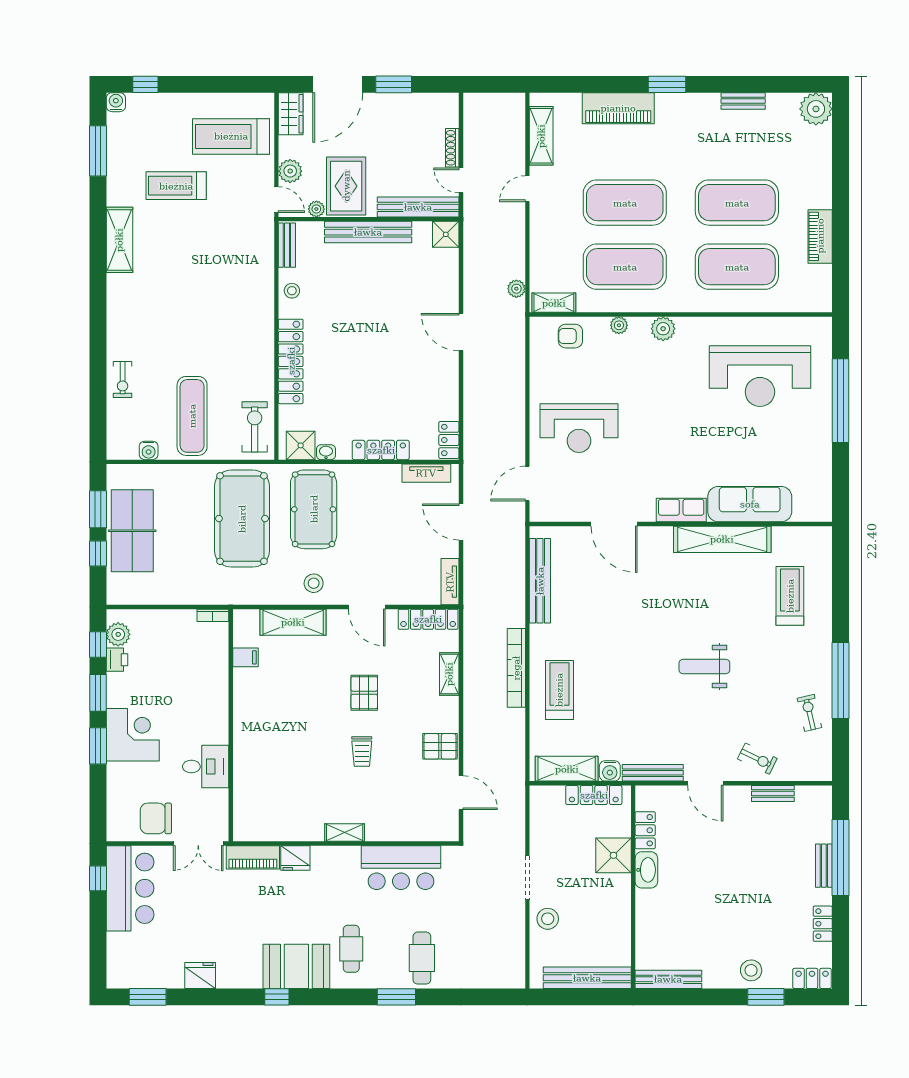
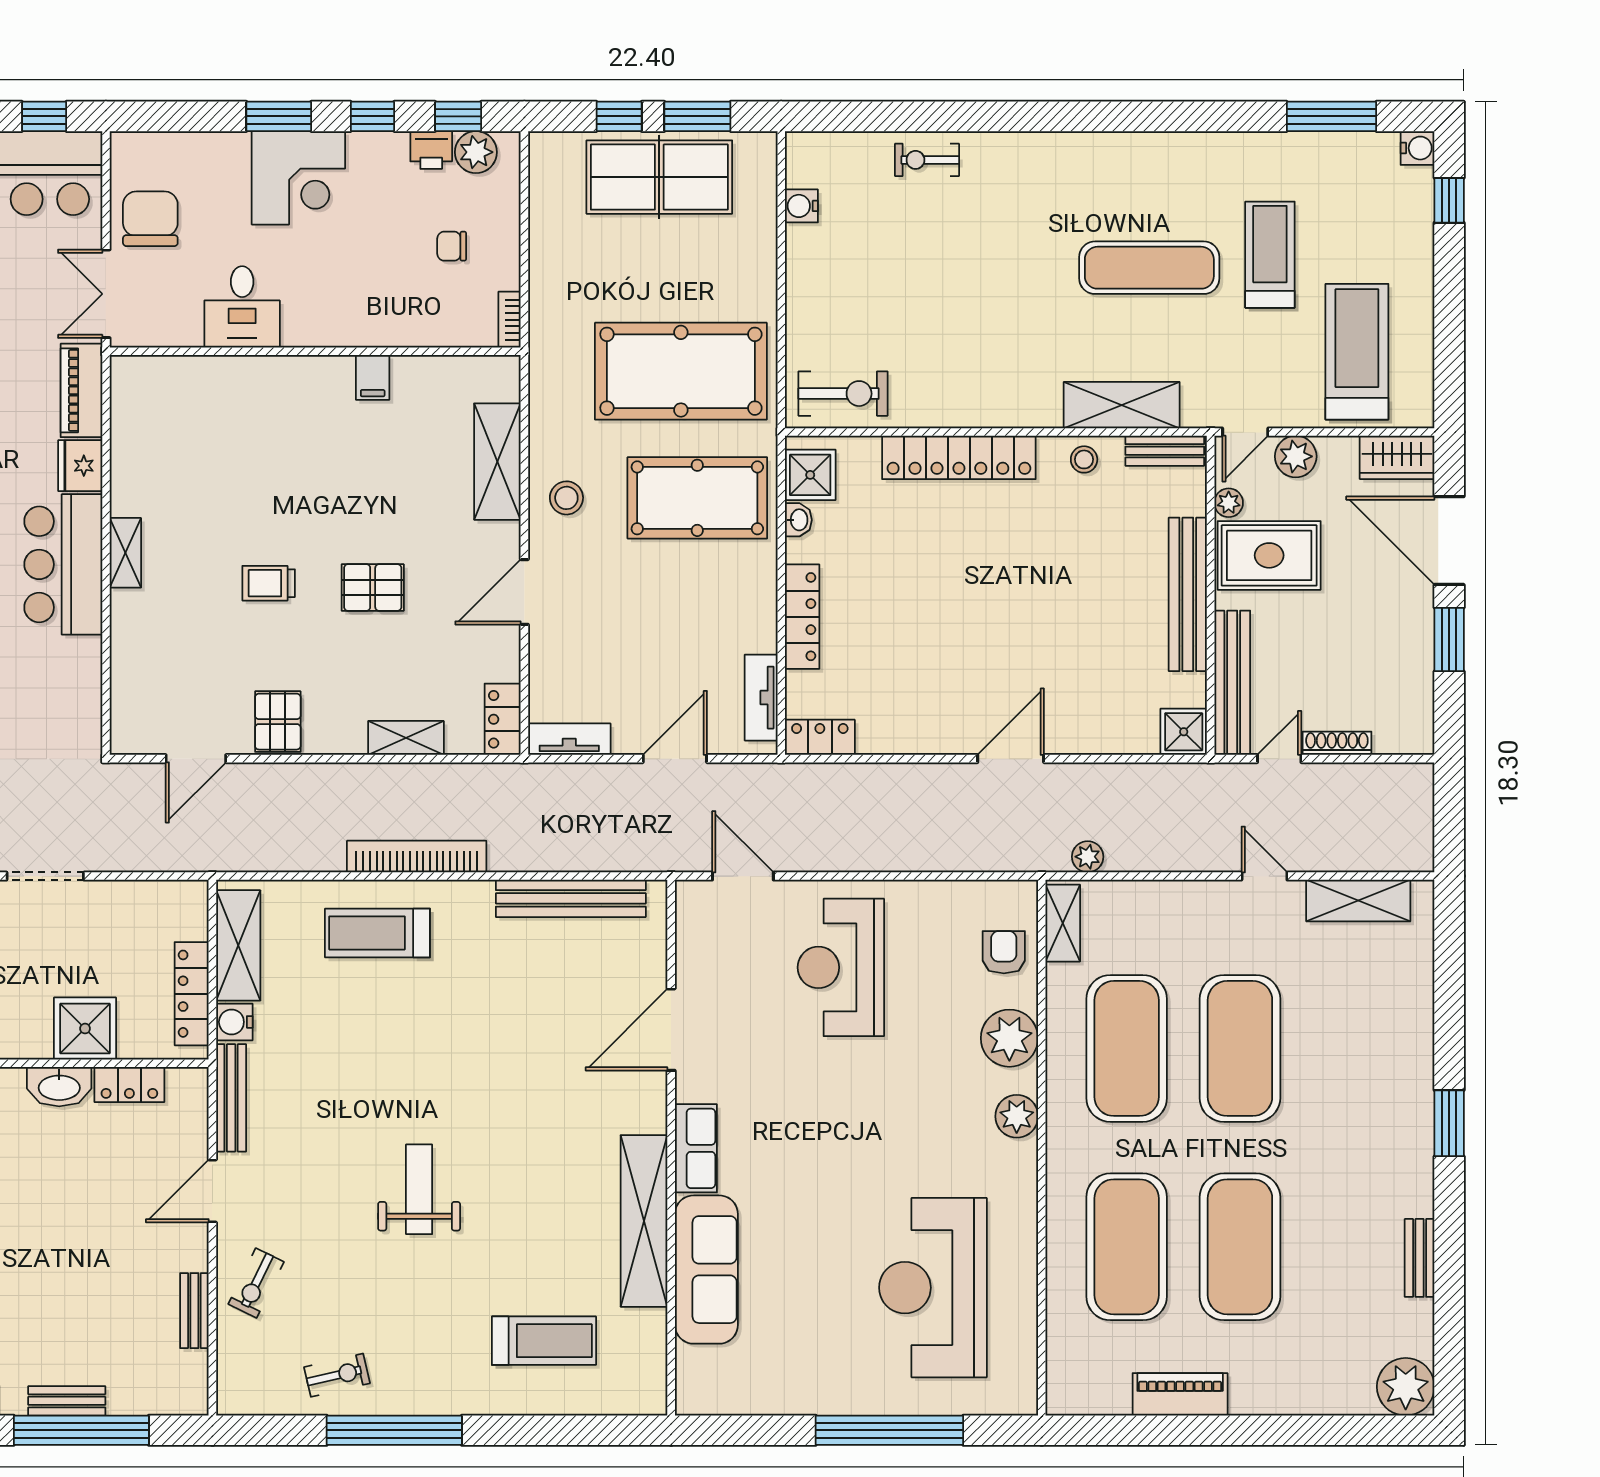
piano: (618, 108) -> (1407, 1037), removed
shelving: (119, 240) -> (1122, 405), moved
plant: (619, 325) -> (1009, 1038), width x1.87, depth x1.87
exercise mat: (192, 416) -> (1149, 268), moved
locker: (428, 619) -> (503, 719), width x0.66
chair: (171, 648) -> (452, 246), added
filing cabinet: (246, 657) -> (373, 377), moved
treadmill: (559, 690) -> (377, 933), turned 180
window: (98, 693) -> (372, 116), width x0.67
bar counter: (401, 868) -> (63, 564), moved

